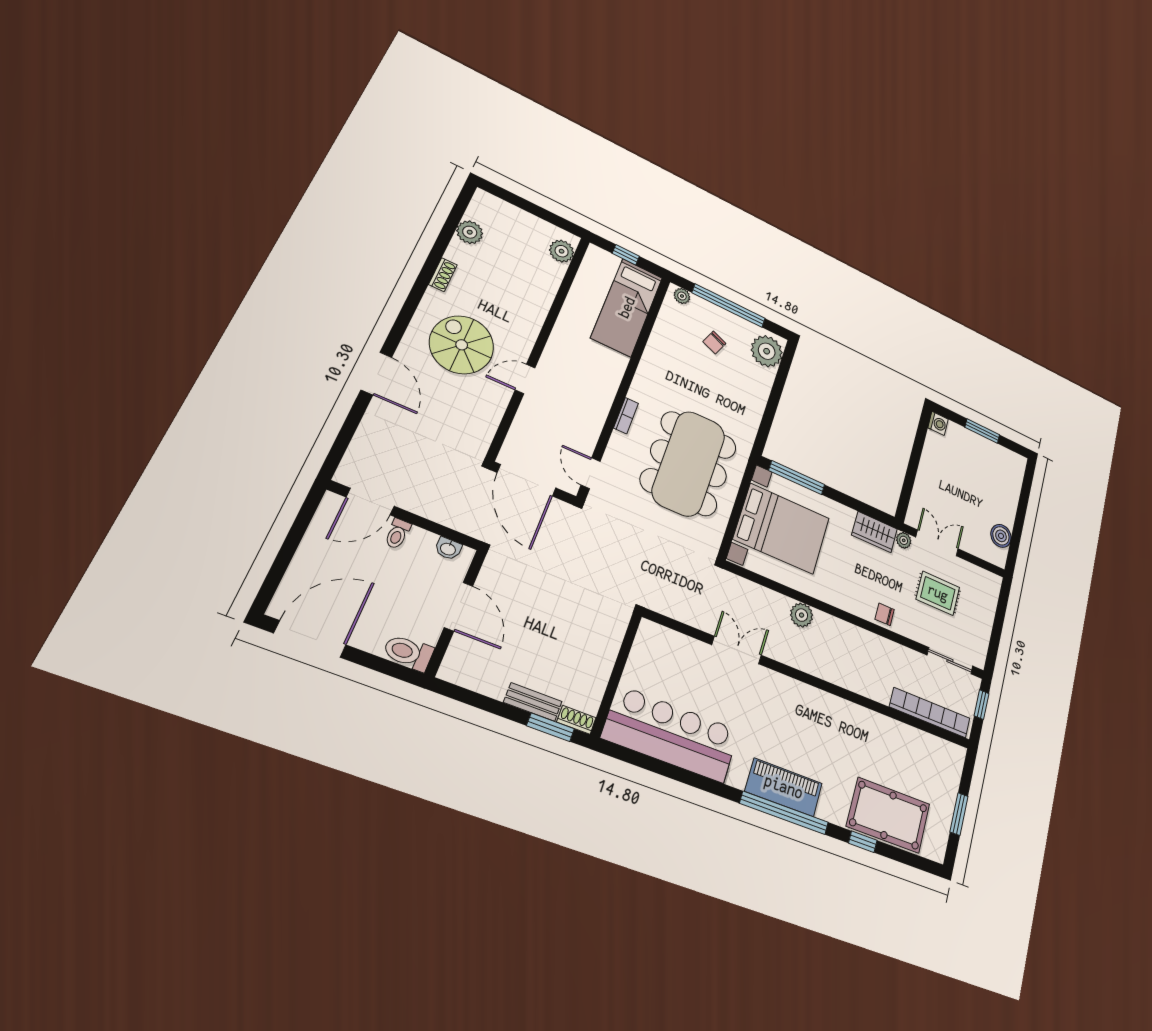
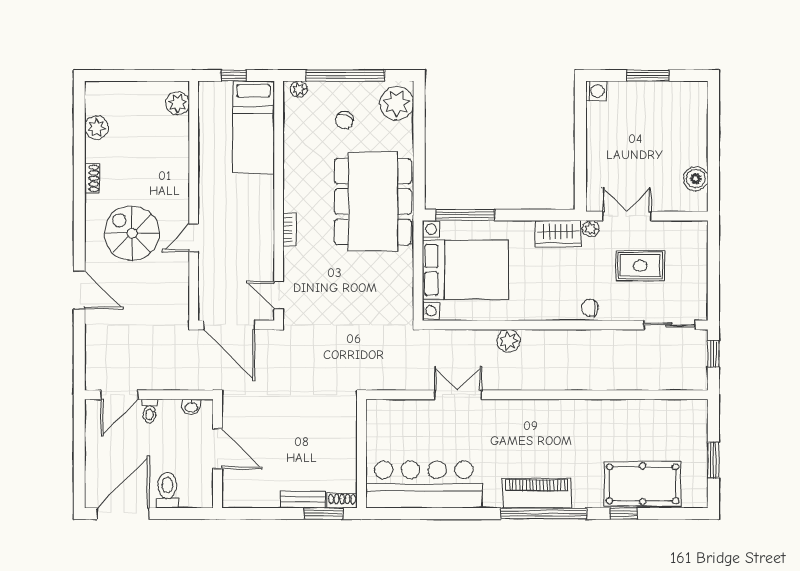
dining table: (689, 463) -> (373, 202), moved
toilet: (408, 653) -> (167, 490), moved, turned 90
bookcase: (930, 713) -> (661, 381), removed

